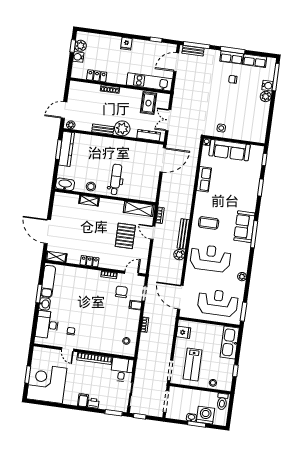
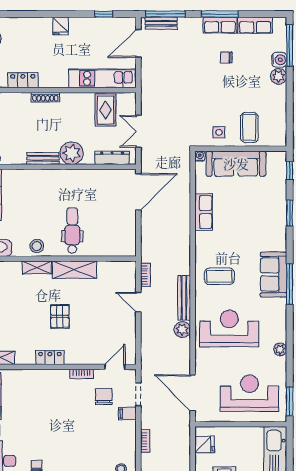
coffee table: (242, 128) -> (249, 127), added
shelving: (139, 209) -> (75, 270), moved
pallet: (125, 236) -> (60, 316), moved, width x0.67, depth x0.71

